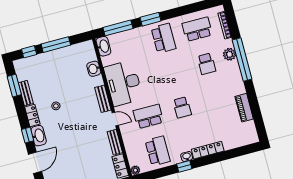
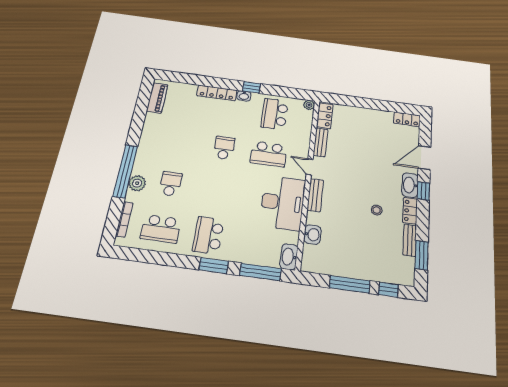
piano: (244, 108) -> (157, 98), moved

